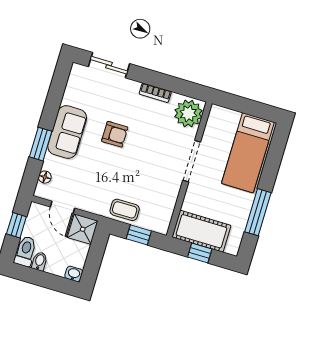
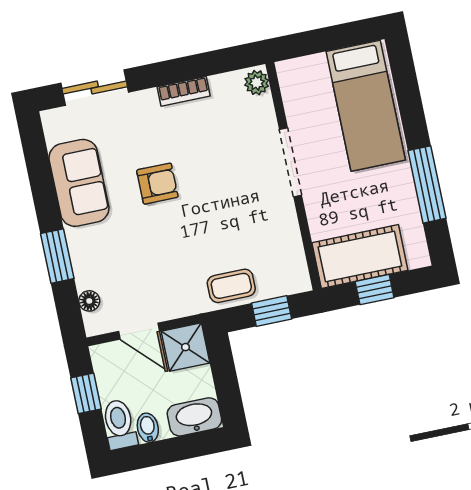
plant: (188, 114) -> (257, 83), width x0.53, depth x0.53
sofa: (67, 132) -> (79, 183), moved
washbasin: (74, 274) -> (194, 417), width x1.91, depth x1.45

